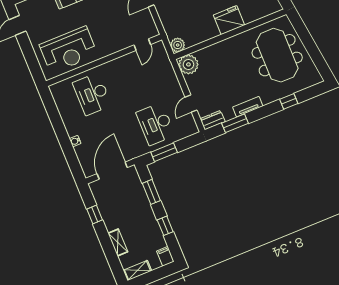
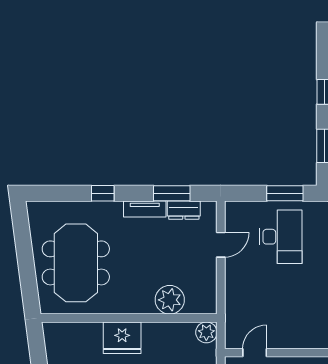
plant: (188, 64) -> (170, 300), moved
window: (289, 101) -> (103, 193), moved
dresser: (213, 120) -> (184, 210), moved

